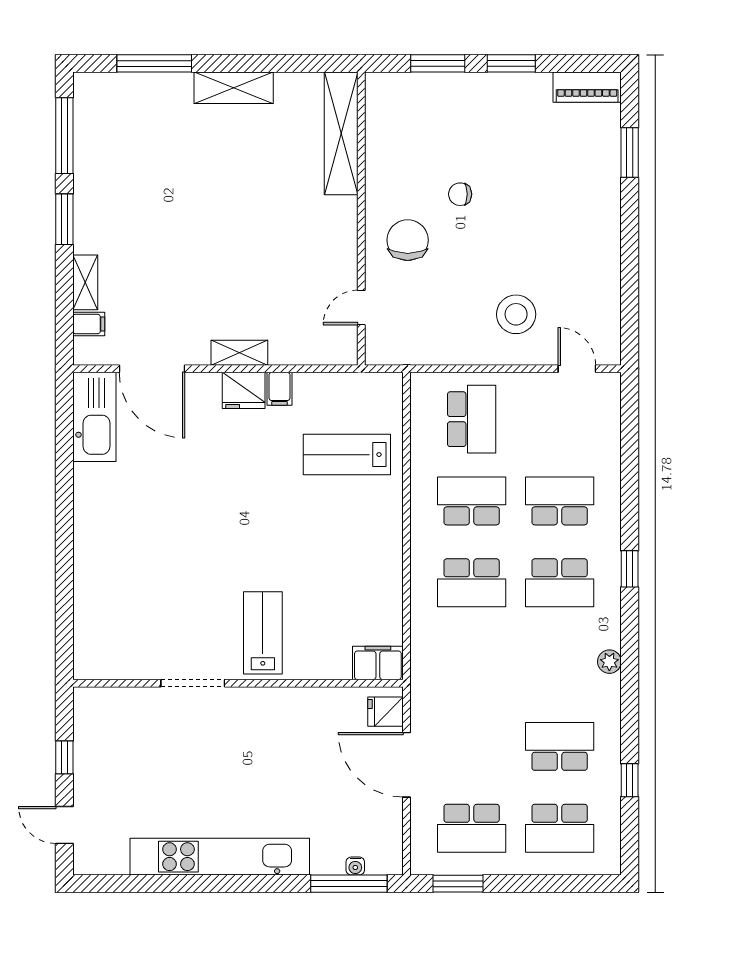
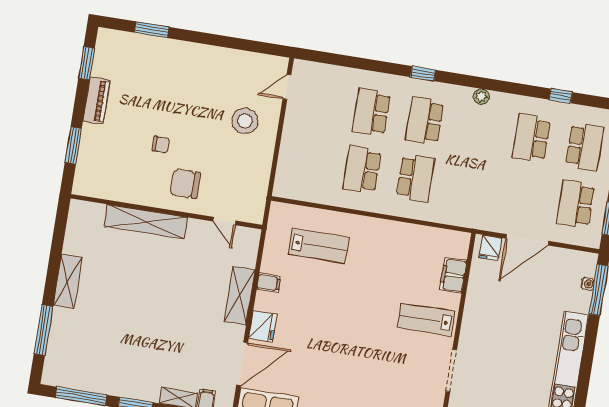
window: (511, 63) -> (87, 63), moved
piano: (587, 87) -> (96, 100), moved
shelving: (341, 133) -> (146, 222), moved
chair: (460, 194) -> (161, 145), turned -90
shelving: (239, 353) -> (240, 296), width x1.50, depth x1.33
fridge: (244, 390) -> (263, 326), moved
school desk: (472, 419) -> (309, 161), removed
lab bench: (347, 455) -> (319, 246), turned -90
school desk: (560, 583) -> (425, 121), turned 180
filing cabinet: (378, 663) -> (453, 275), moved
school desk: (472, 828) -> (575, 204), turned 180

